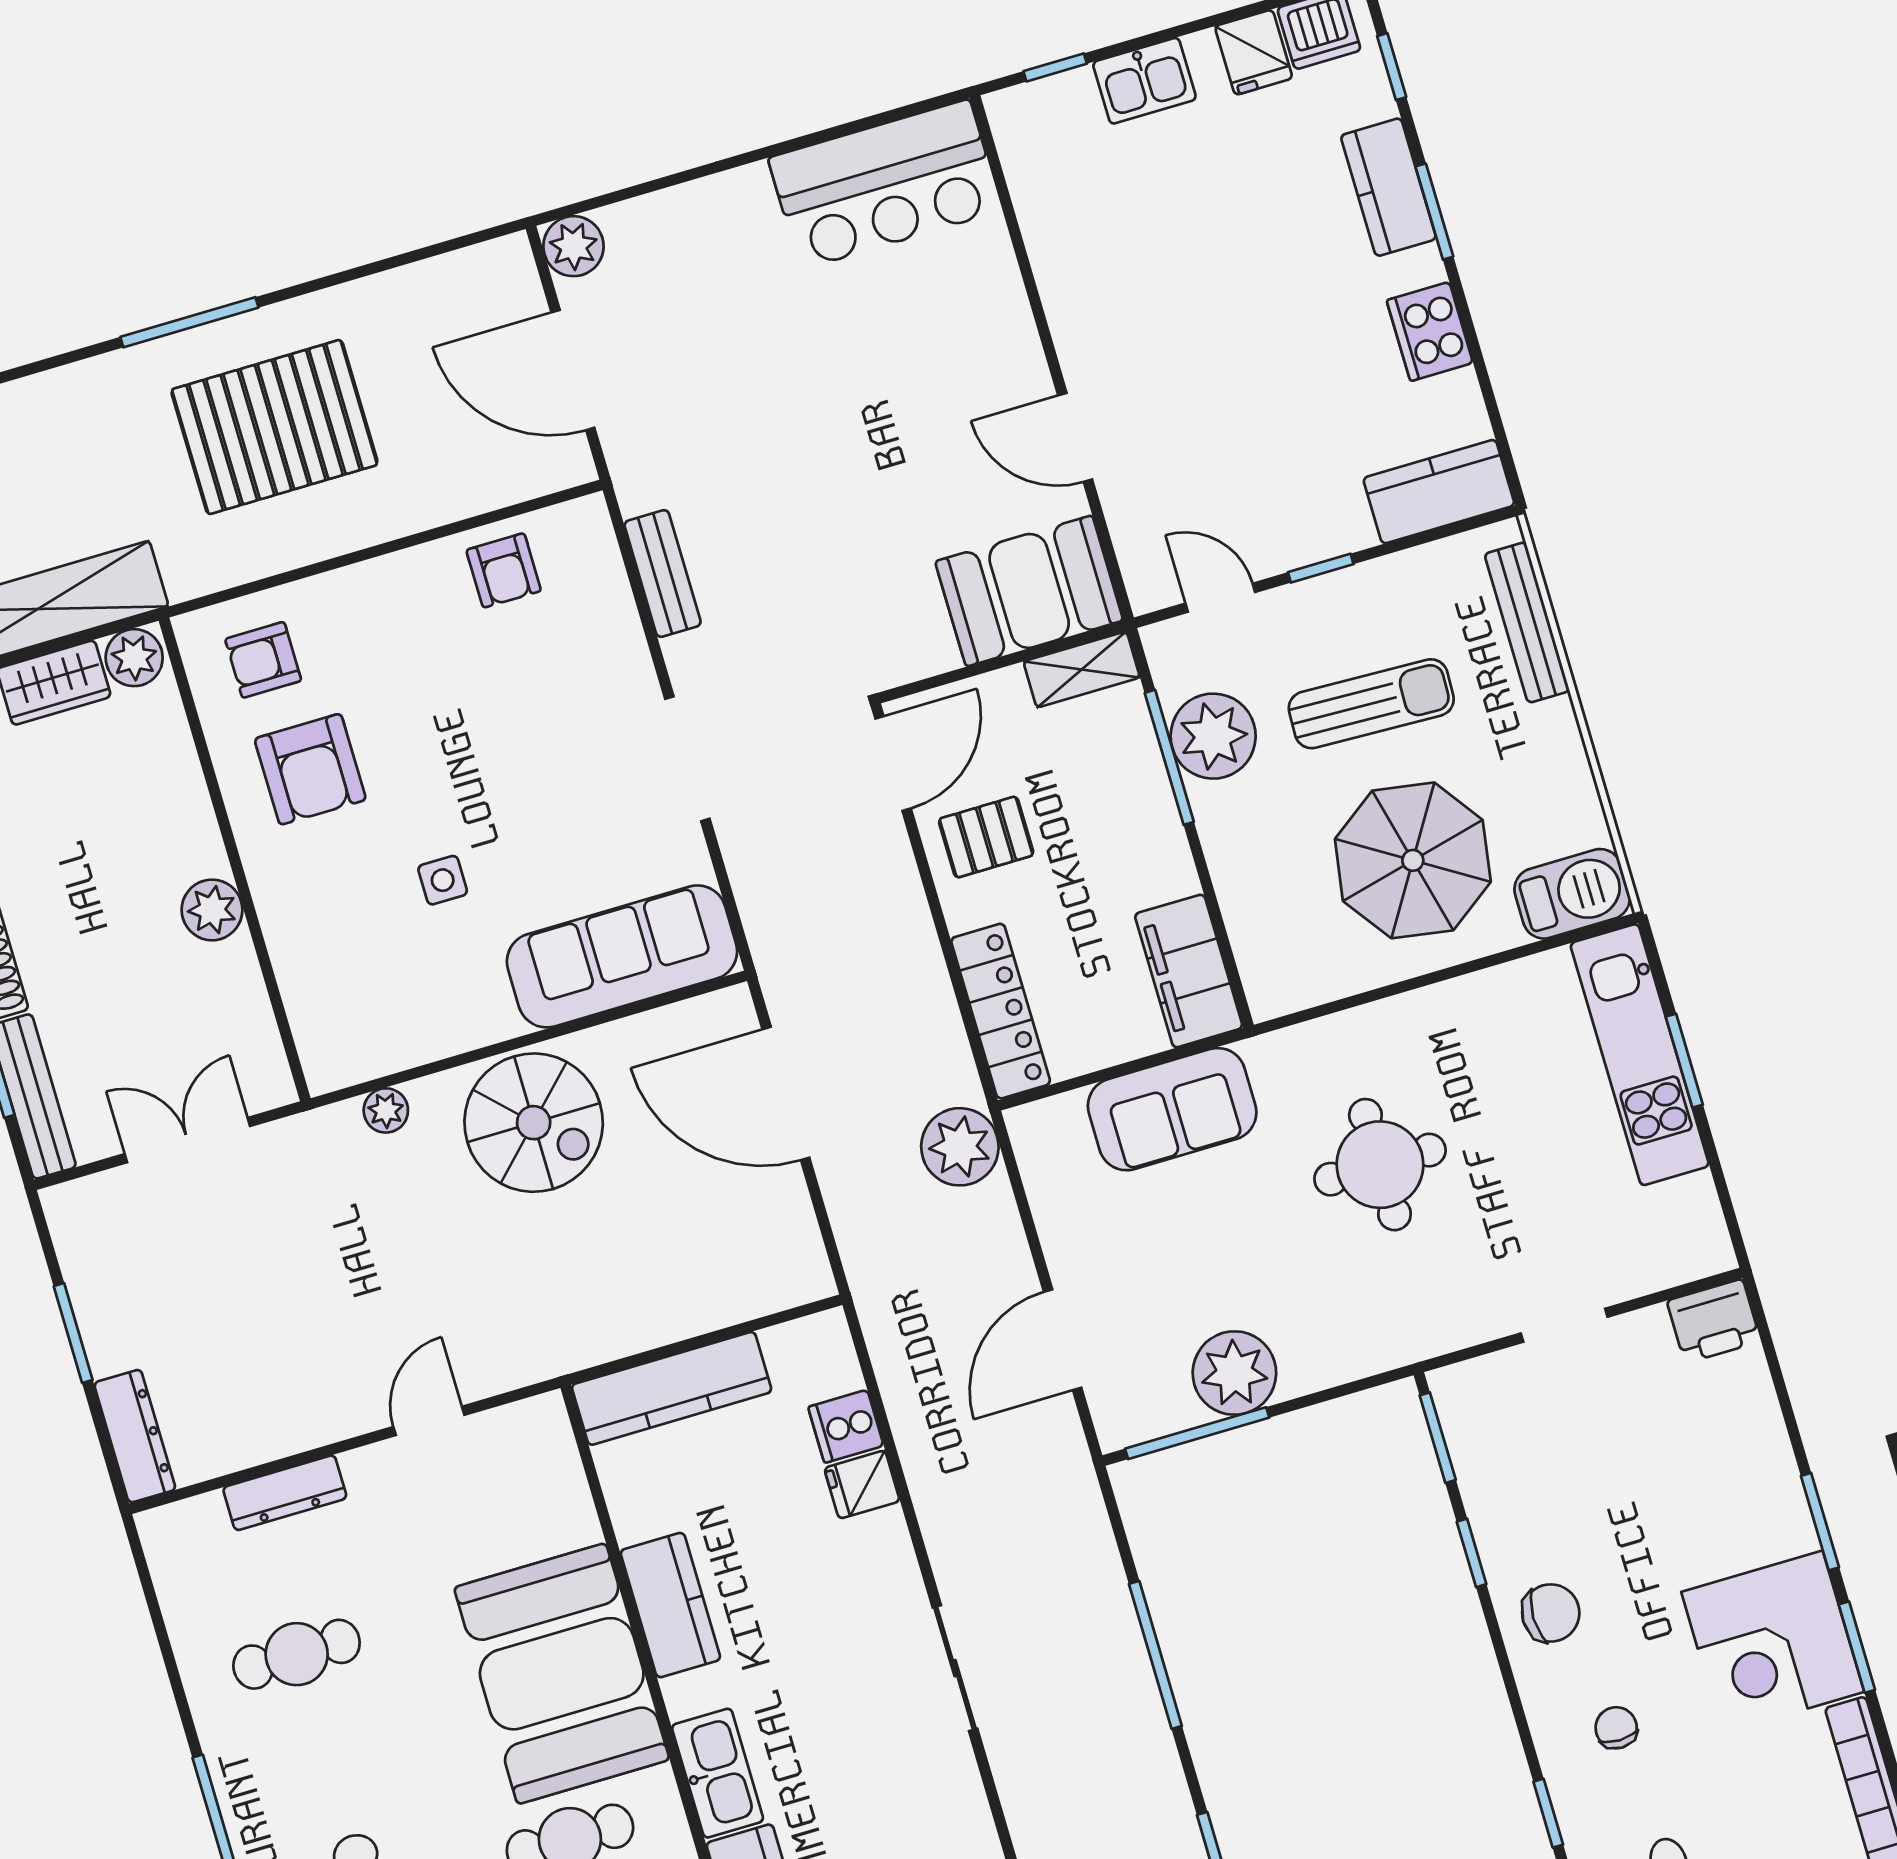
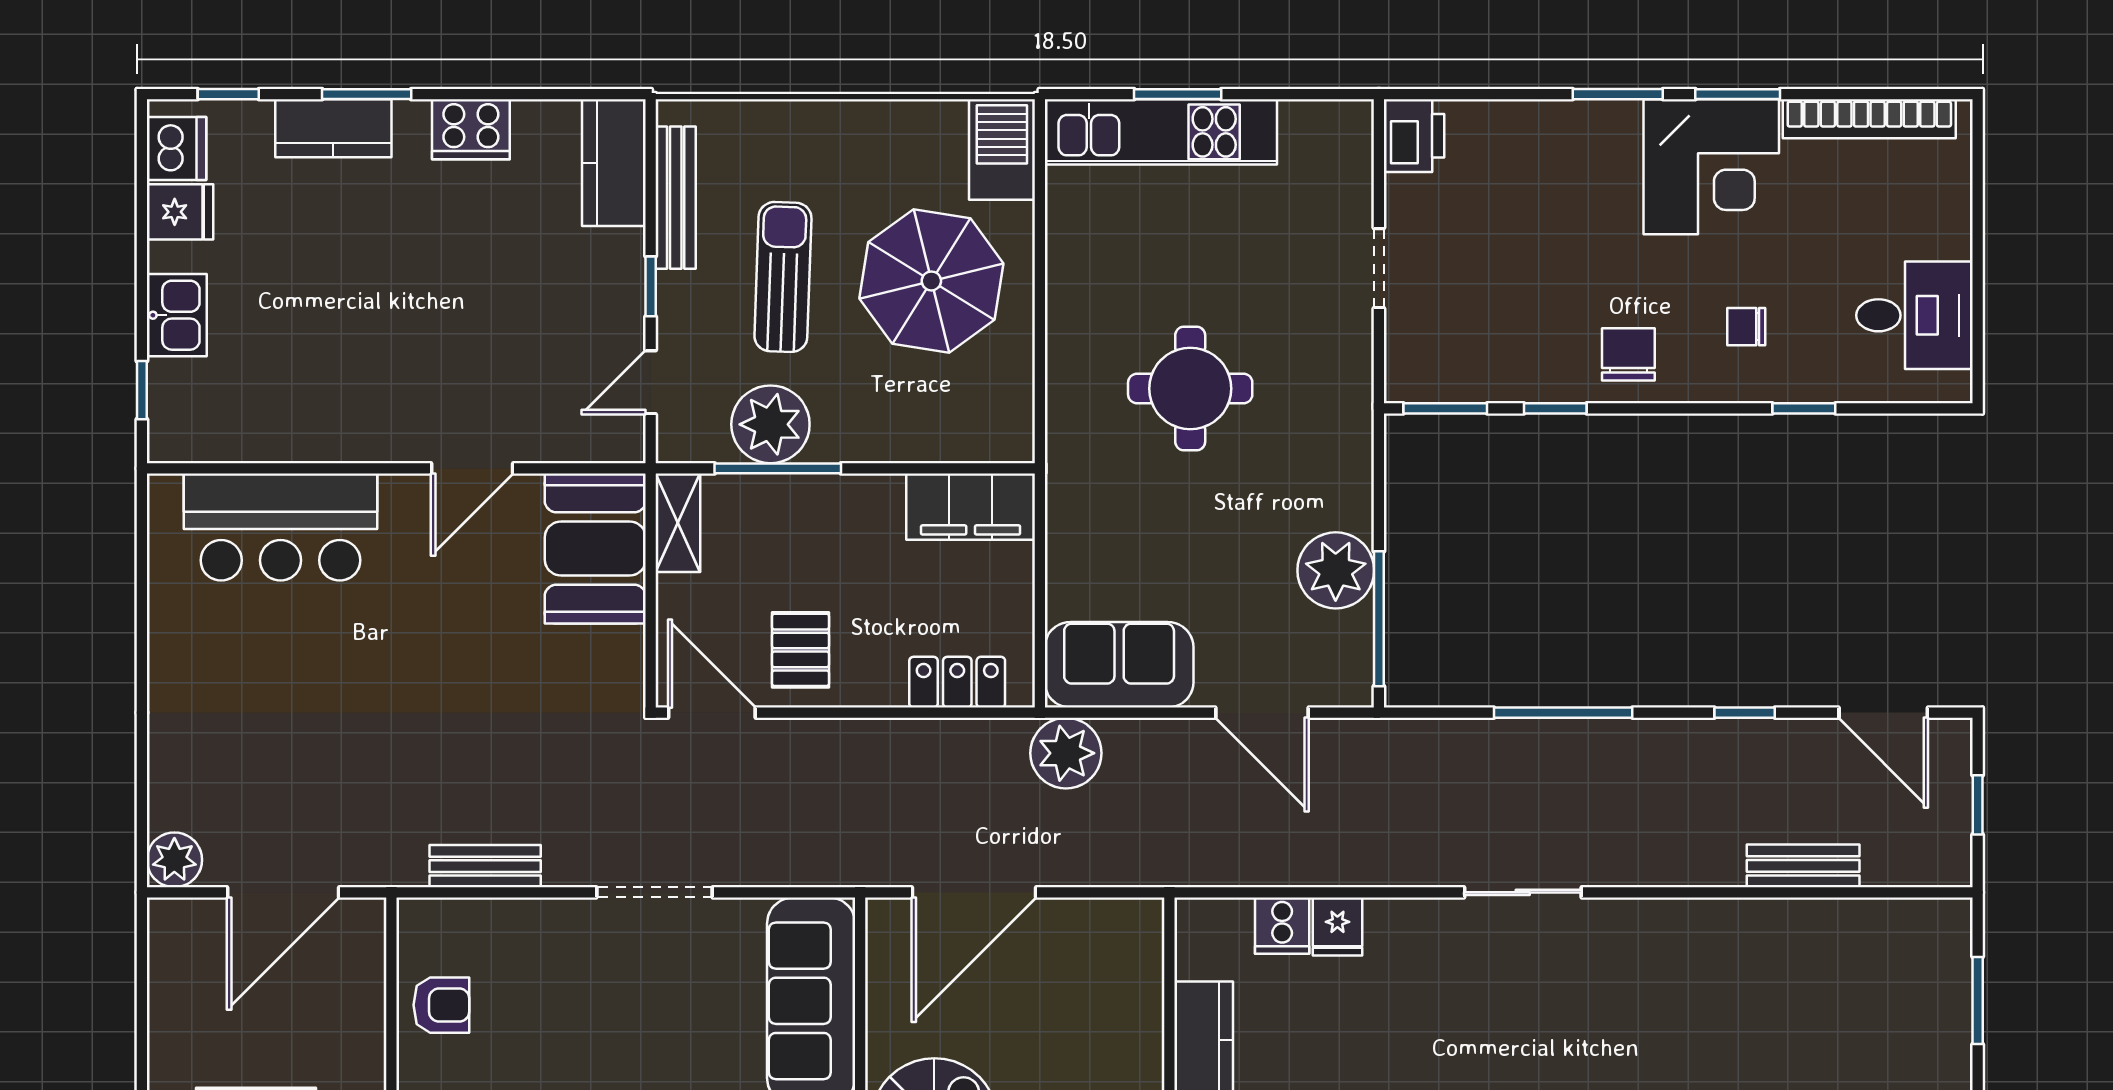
bar counter: (885, 184) -> (280, 527), moved, turned 90
bench: (1527, 622) -> (676, 198), moved, turned 90
locker: (1001, 1011) -> (957, 682), width x0.66
sofa: (1172, 1109) -> (1119, 665), moved, turned -90

